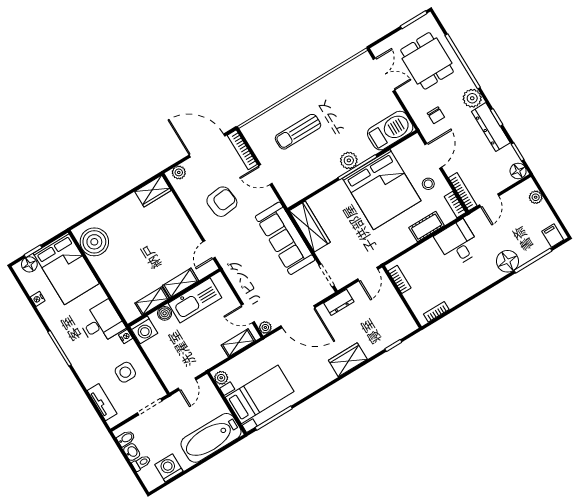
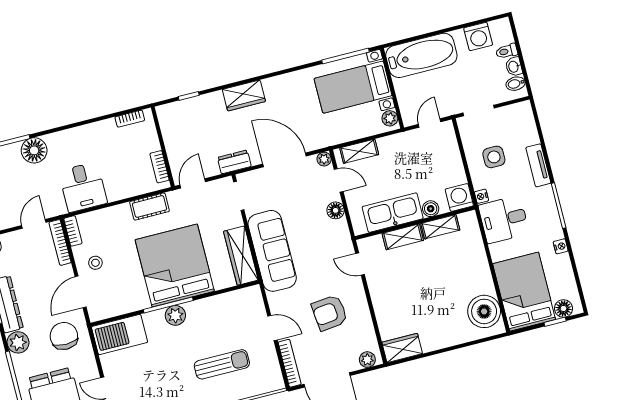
chair: (436, 115) -> (64, 336), width x1.87, depth x1.87
bed: (382, 190) -> (175, 265), moved
cot: (427, 227) -> (150, 206), moved
door: (209, 250) -> (360, 264), swing flipped
floor lamp: (243, 288) -> (336, 210), added
nightstand: (38, 299) -> (561, 246), moved
tv unit: (102, 402) -> (538, 165), moved

